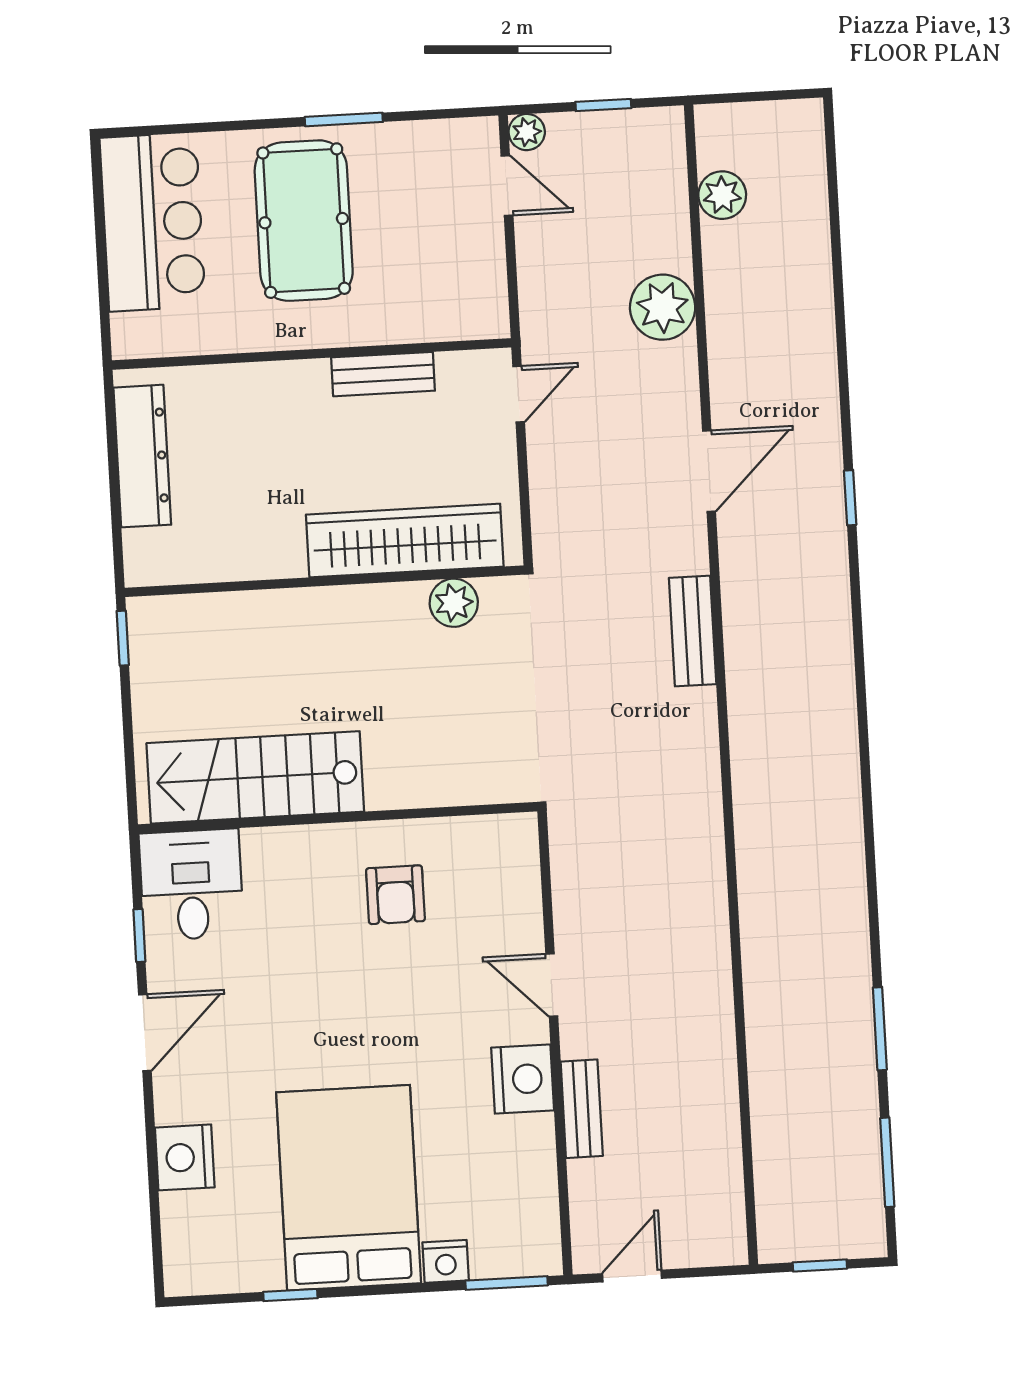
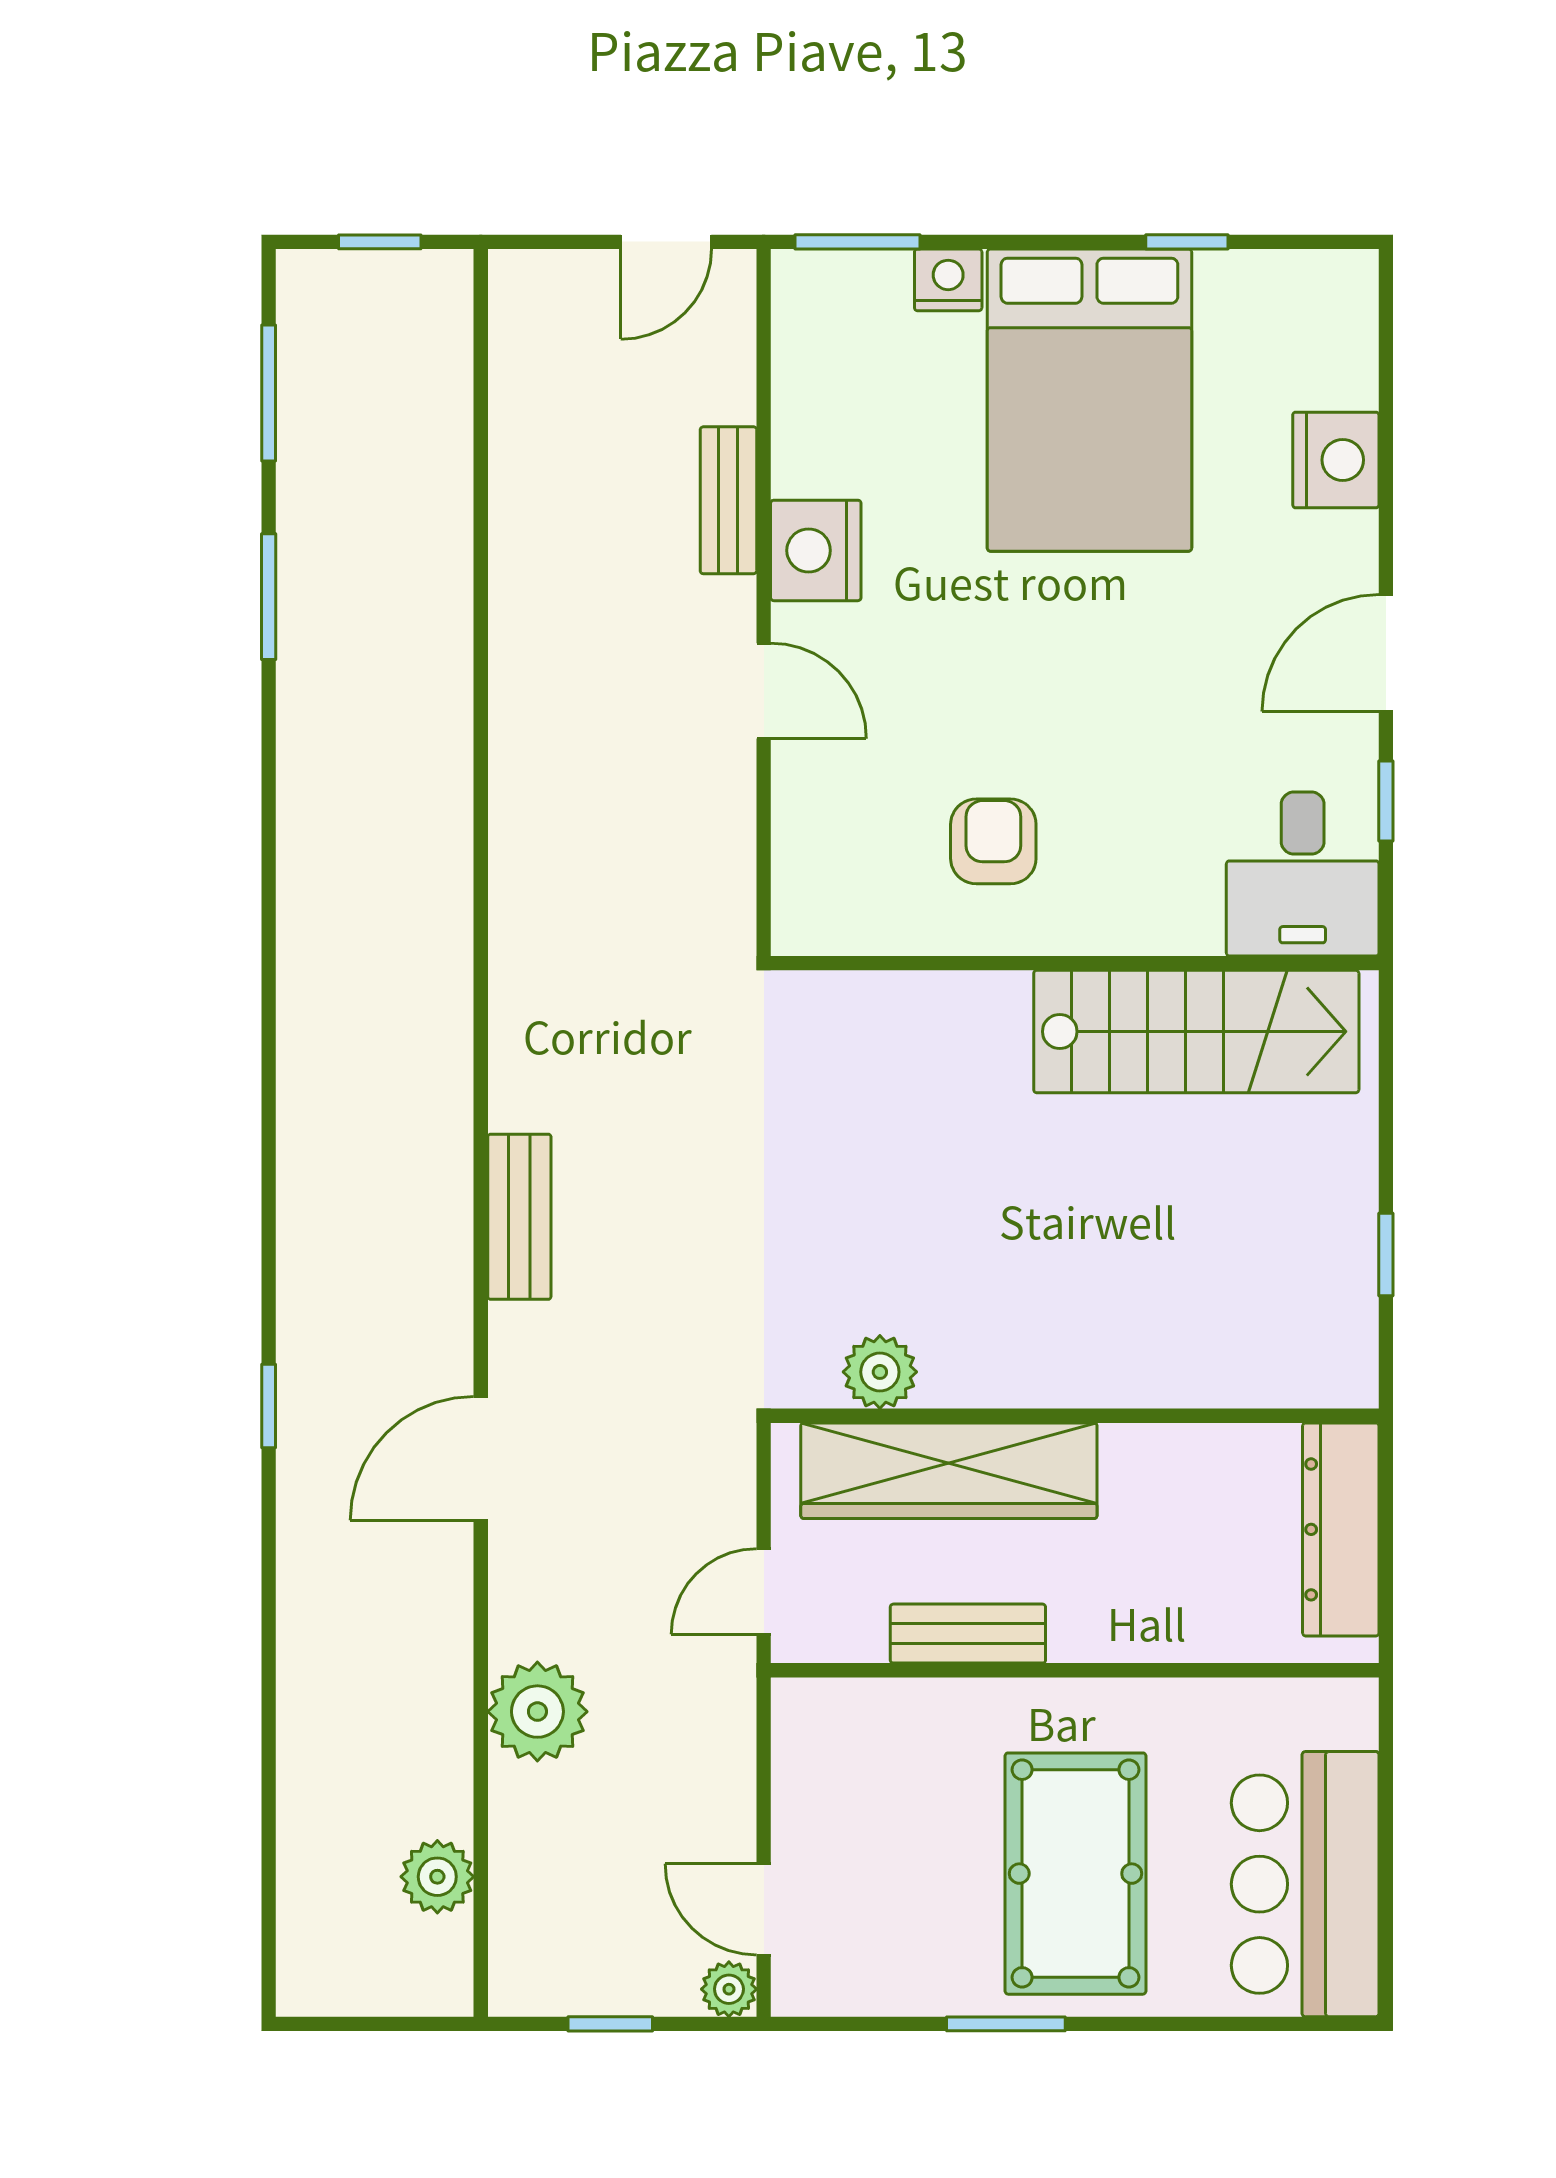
wardrobe: (405, 541) -> (949, 1471), moved
wall: (324, 581) -> (1075, 1416), moved
plant: (454, 603) -> (880, 1372), moved

